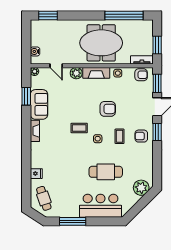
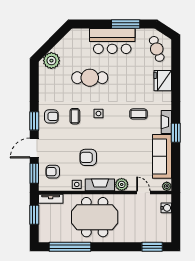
armchair: (141, 75) -> (53, 172), moved
window: (26, 96) -> (176, 133), moved
sofa: (39, 104) -> (162, 156), width x1.36
armchair: (108, 109) -> (88, 157), moved
coffee table: (79, 128) -> (138, 114), moved
fridge: (36, 174) -> (163, 81), width x1.88, depth x1.34
bar counter: (101, 206) -> (112, 41), moved

